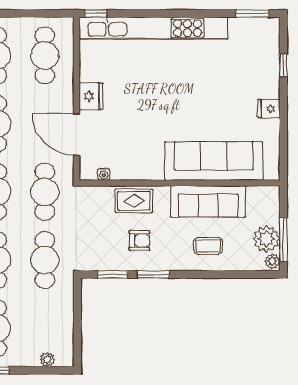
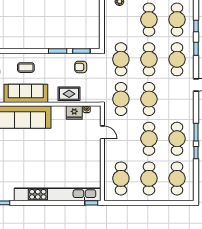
fridge: (91, 96) -> (74, 113), moved, turned -90
door: (77, 134) -> (102, 132), width x0.53
armchair: (139, 240) -> (81, 67), moved

